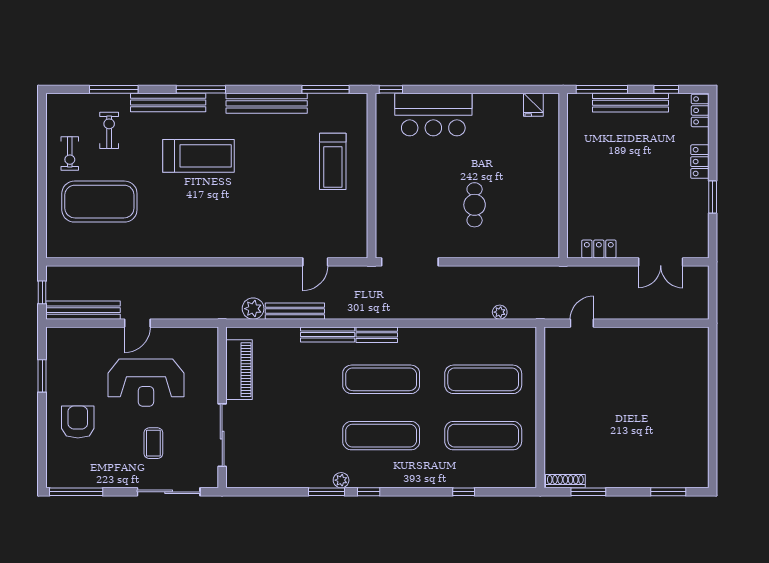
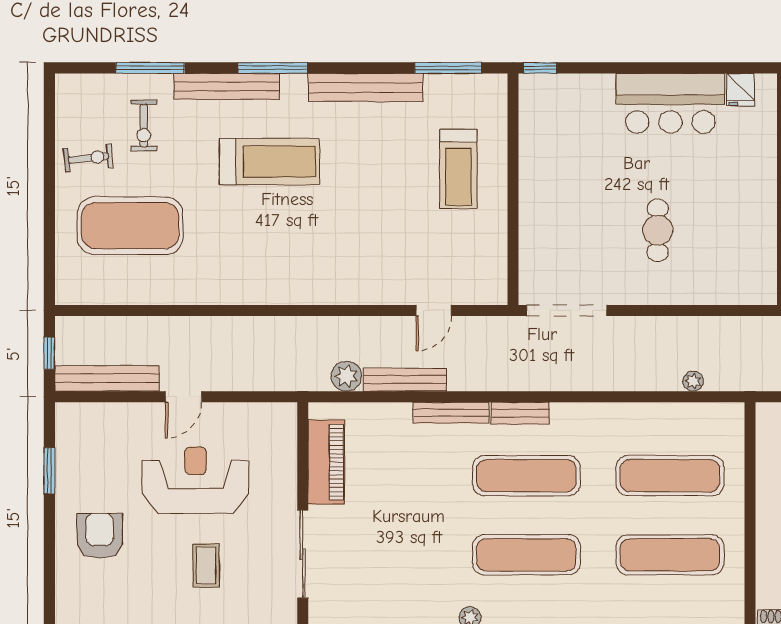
bar counter: (433, 115) -> (670, 103), moved
exercise bike: (109, 130) -> (144, 126), turned 180
exercise bike: (70, 153) -> (88, 158), turned -96
reception desk: (146, 383) -> (196, 480), turned 180

